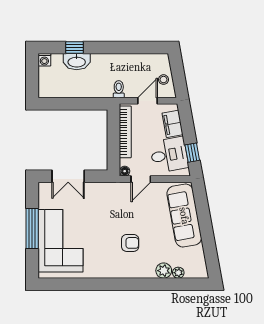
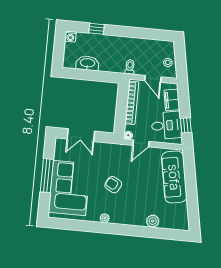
washbasin: (77, 62) -> (88, 63), moved, turned 180
door: (148, 101) -> (153, 79), swing flipped
armchair: (130, 243) -> (113, 185), moved, turned -151
plant: (178, 273) -> (105, 218), moved

